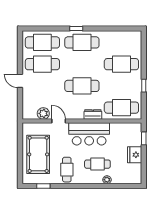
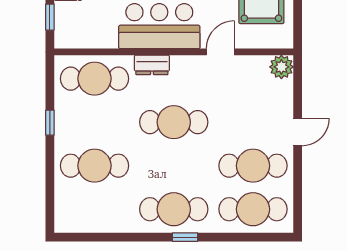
door: (20, 81) -> (298, 132), hinge flipped
plant: (43, 113) -> (281, 67), moved
door: (59, 121) -> (220, 52), swing flipped

